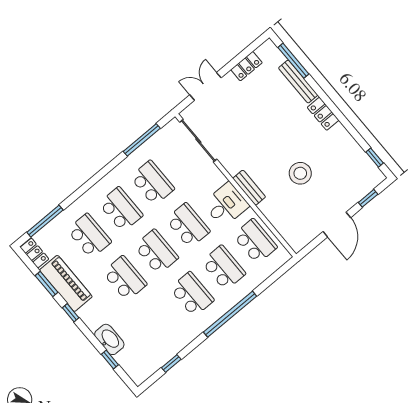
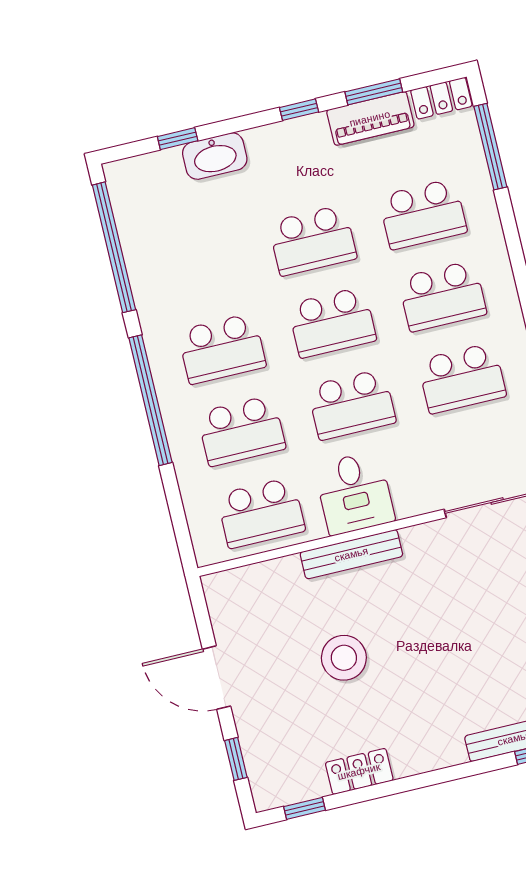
locker: (323, 114) -> (359, 771), moved
bench: (249, 188) -> (351, 554), width x1.36
piano: (66, 283) -> (370, 118), width x0.73, depth x0.75
window: (171, 363) -> (114, 247), width x3.17

